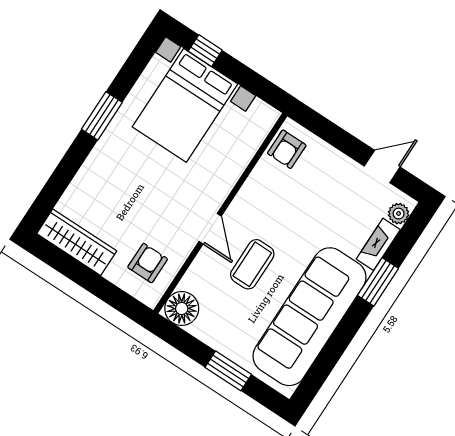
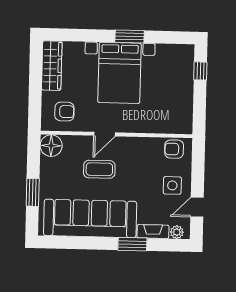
bed with nightstands: (185, 105) -> (119, 73), moved, turned -90
door: (382, 166) -> (197, 207), swing flipped
side table: (333, 181) -> (172, 185), added

